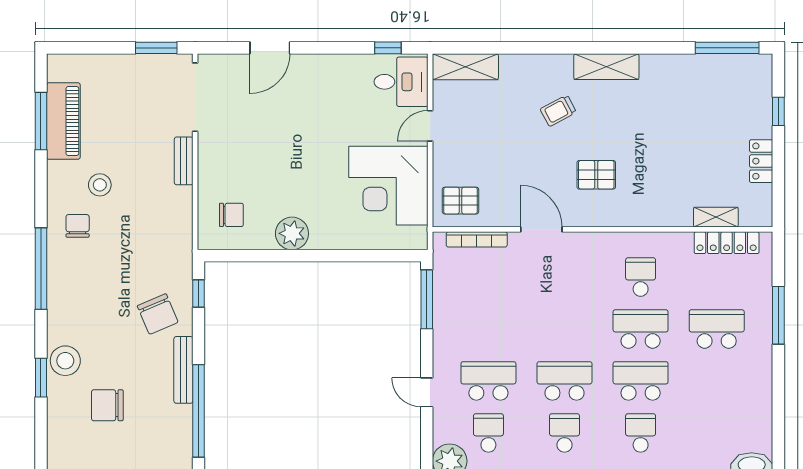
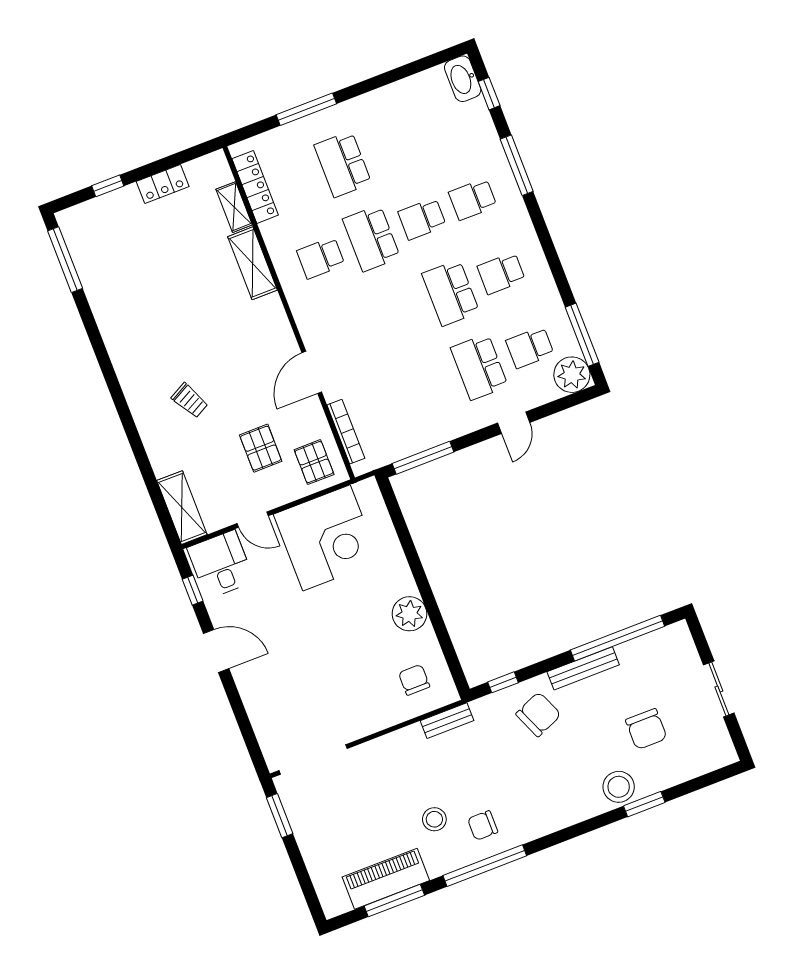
door: (270, 48) -> (216, 651), moved
shelving: (606, 67) -> (253, 263), moved
bench: (184, 161) -> (447, 721), moved
pallet: (596, 175) -> (261, 448), moved
window: (41, 269) -> (485, 866), moved
school desk: (641, 381) -> (422, 219), width x0.54

